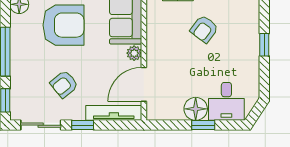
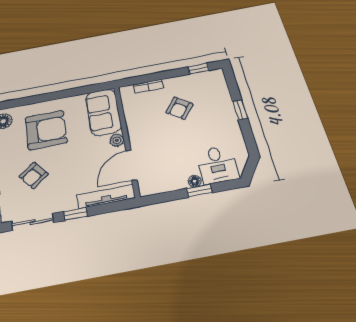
armchair: (64, 84) -> (34, 175), moved
floor lamp: (196, 109) -> (195, 181), width x0.53, depth x0.53

